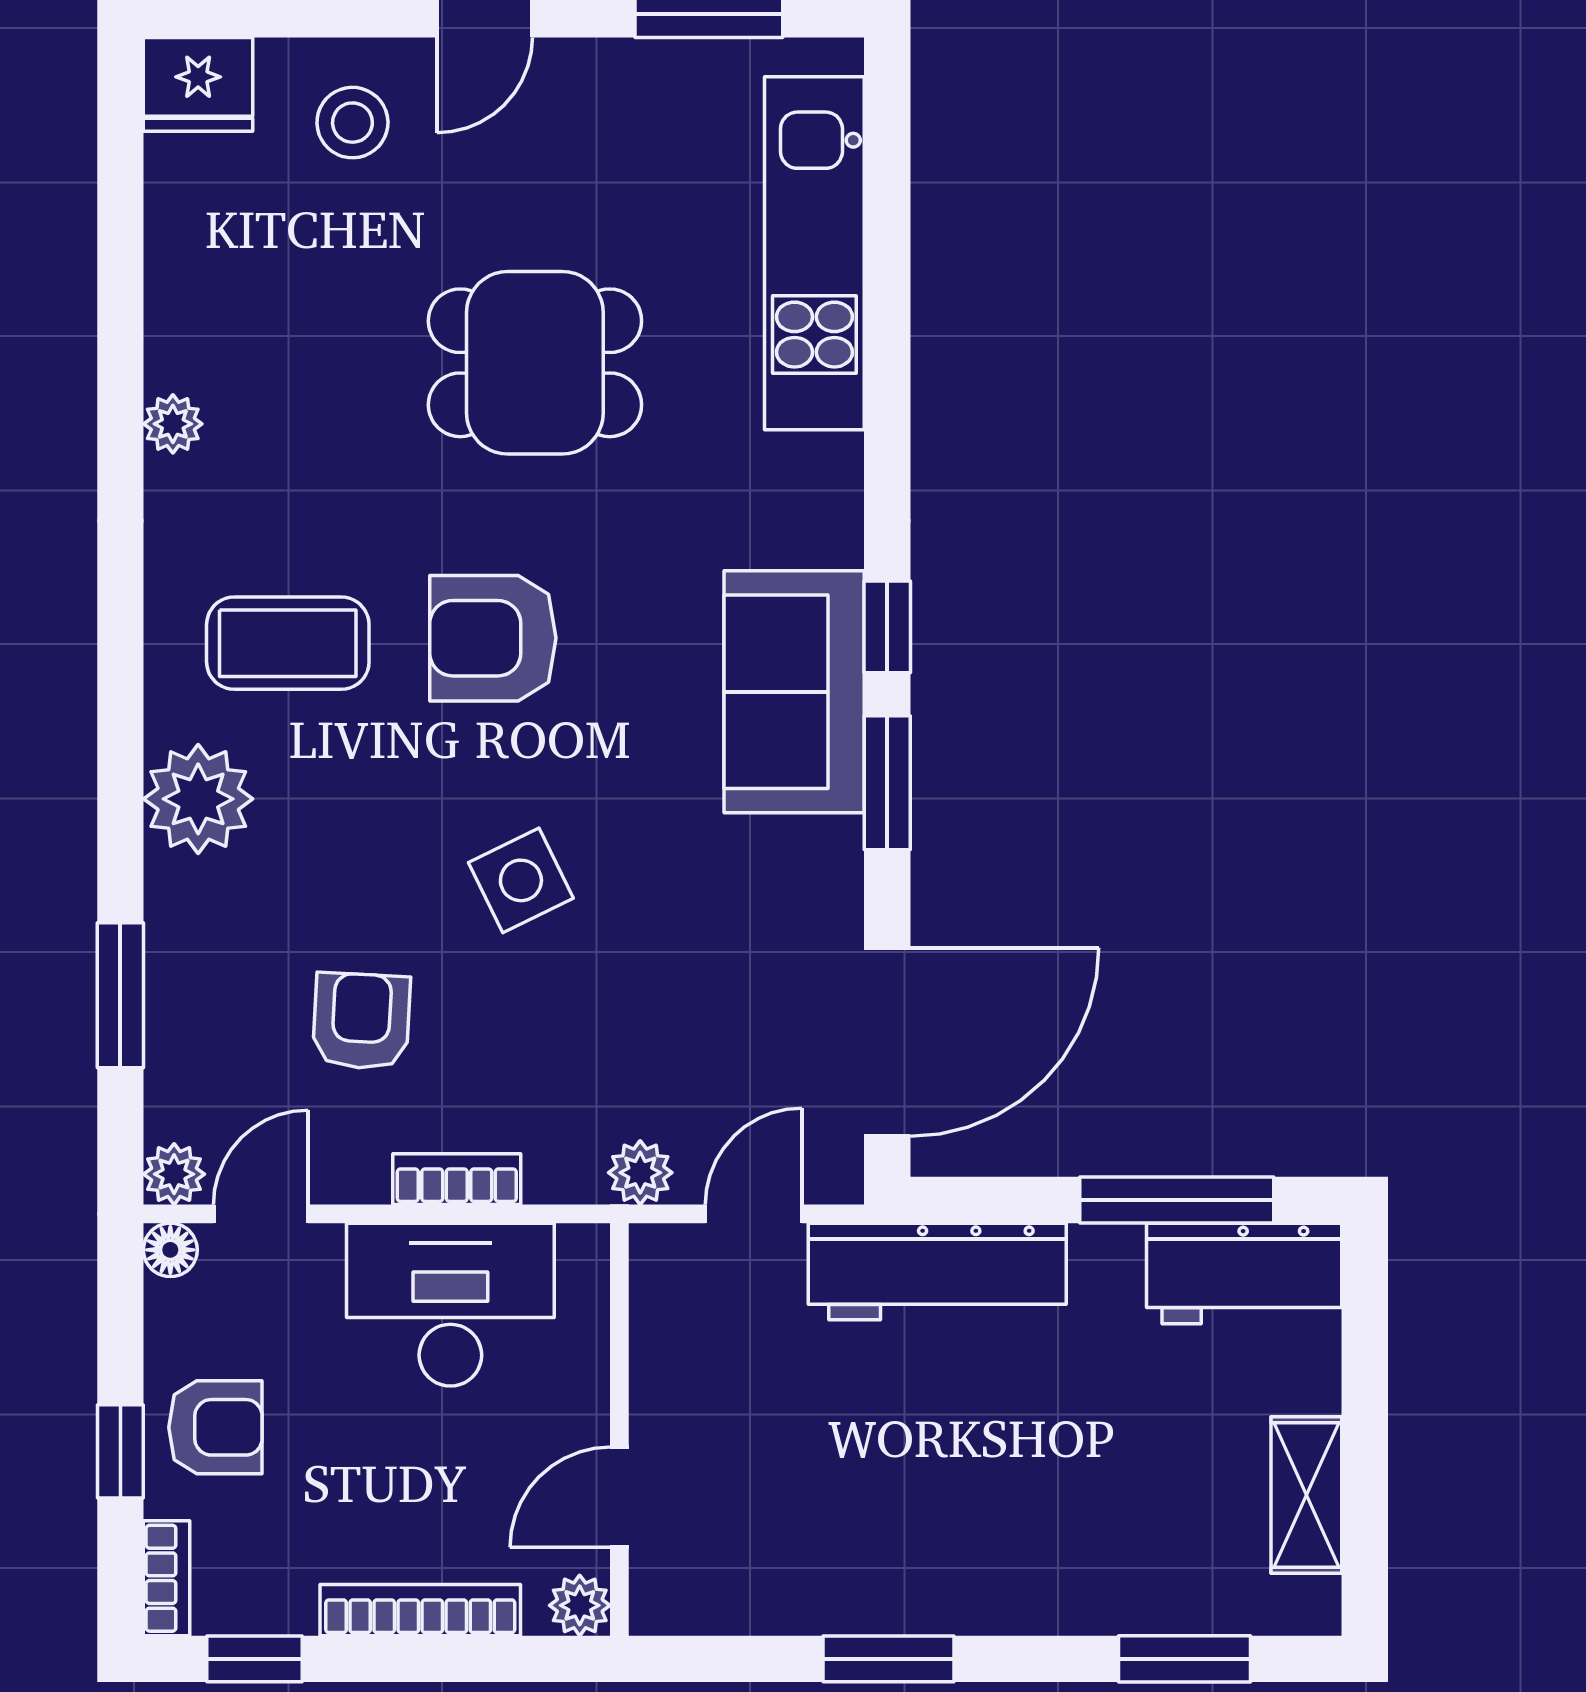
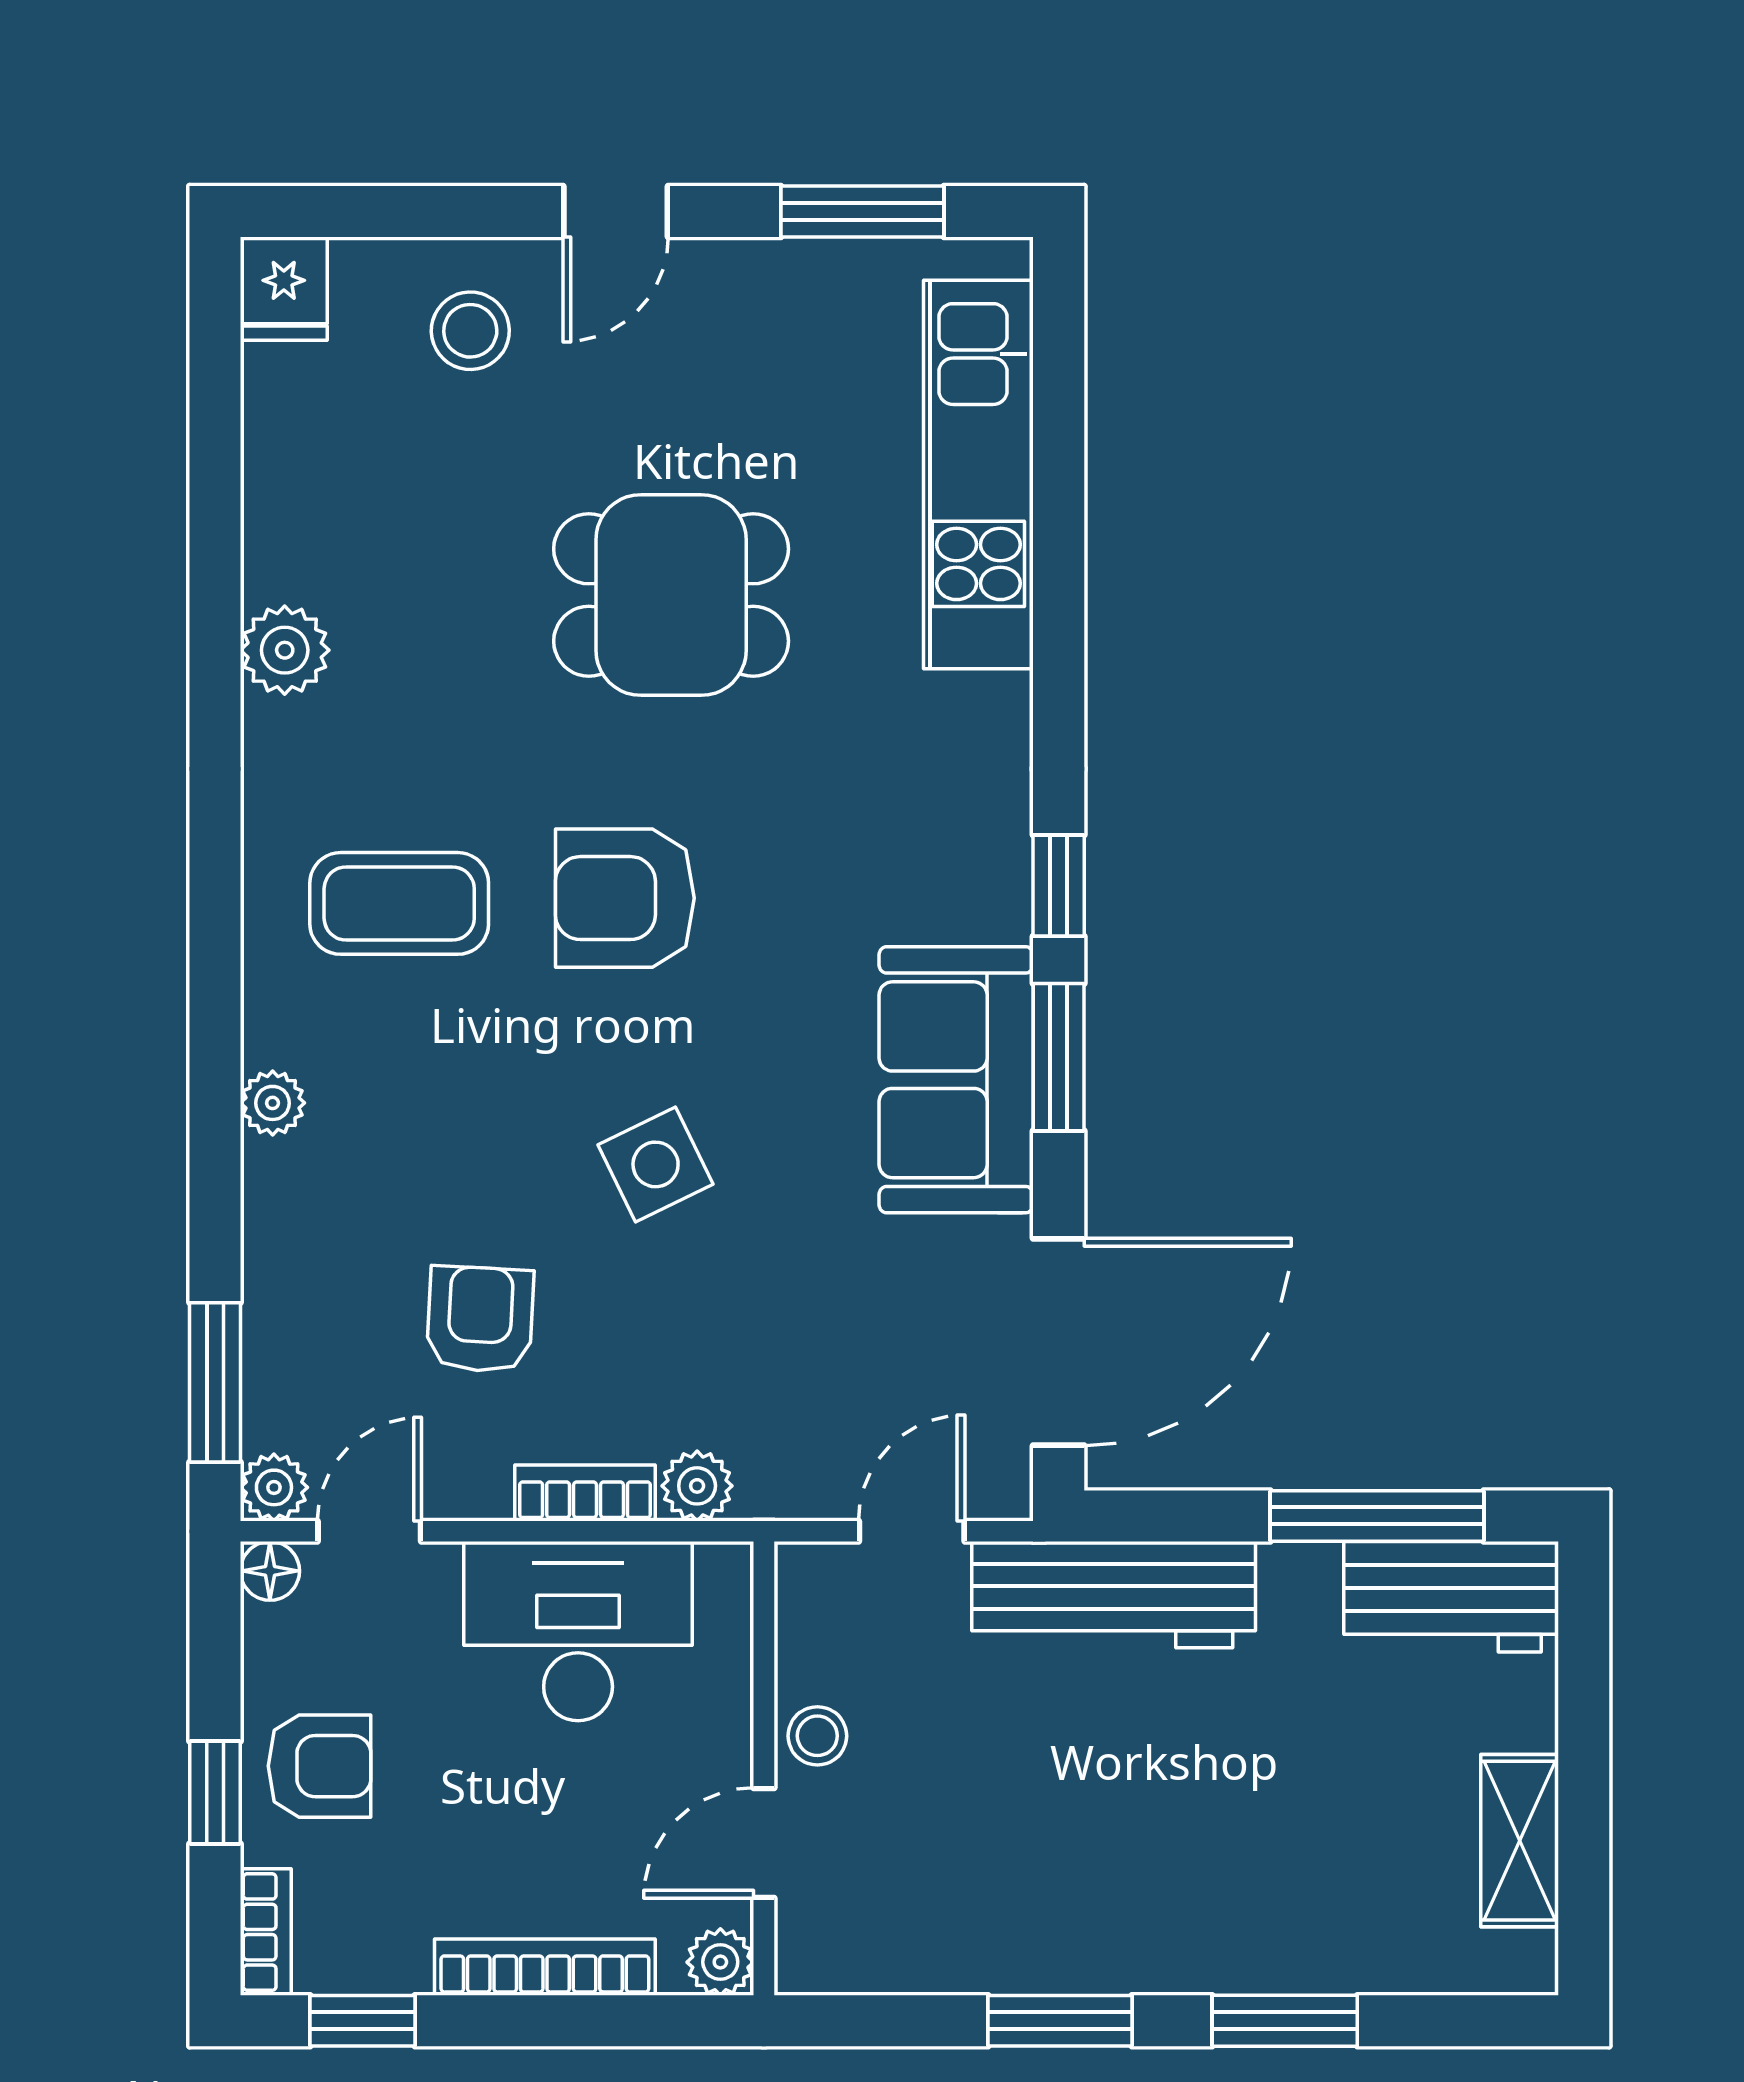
fridge: (198, 84) -> (284, 289), width x0.72
plant: (173, 424) -> (285, 650), width x1.38, depth x1.38
sofa: (794, 692) -> (956, 1080), moved
plant: (198, 799) -> (273, 1103), width x0.53, depth x0.53
window: (120, 995) -> (215, 1382), moved
plant: (640, 1173) -> (697, 1486), moved
stool: (668, 1400) -> (817, 1736), added
window: (1184, 1659) -> (1285, 2021), moved

